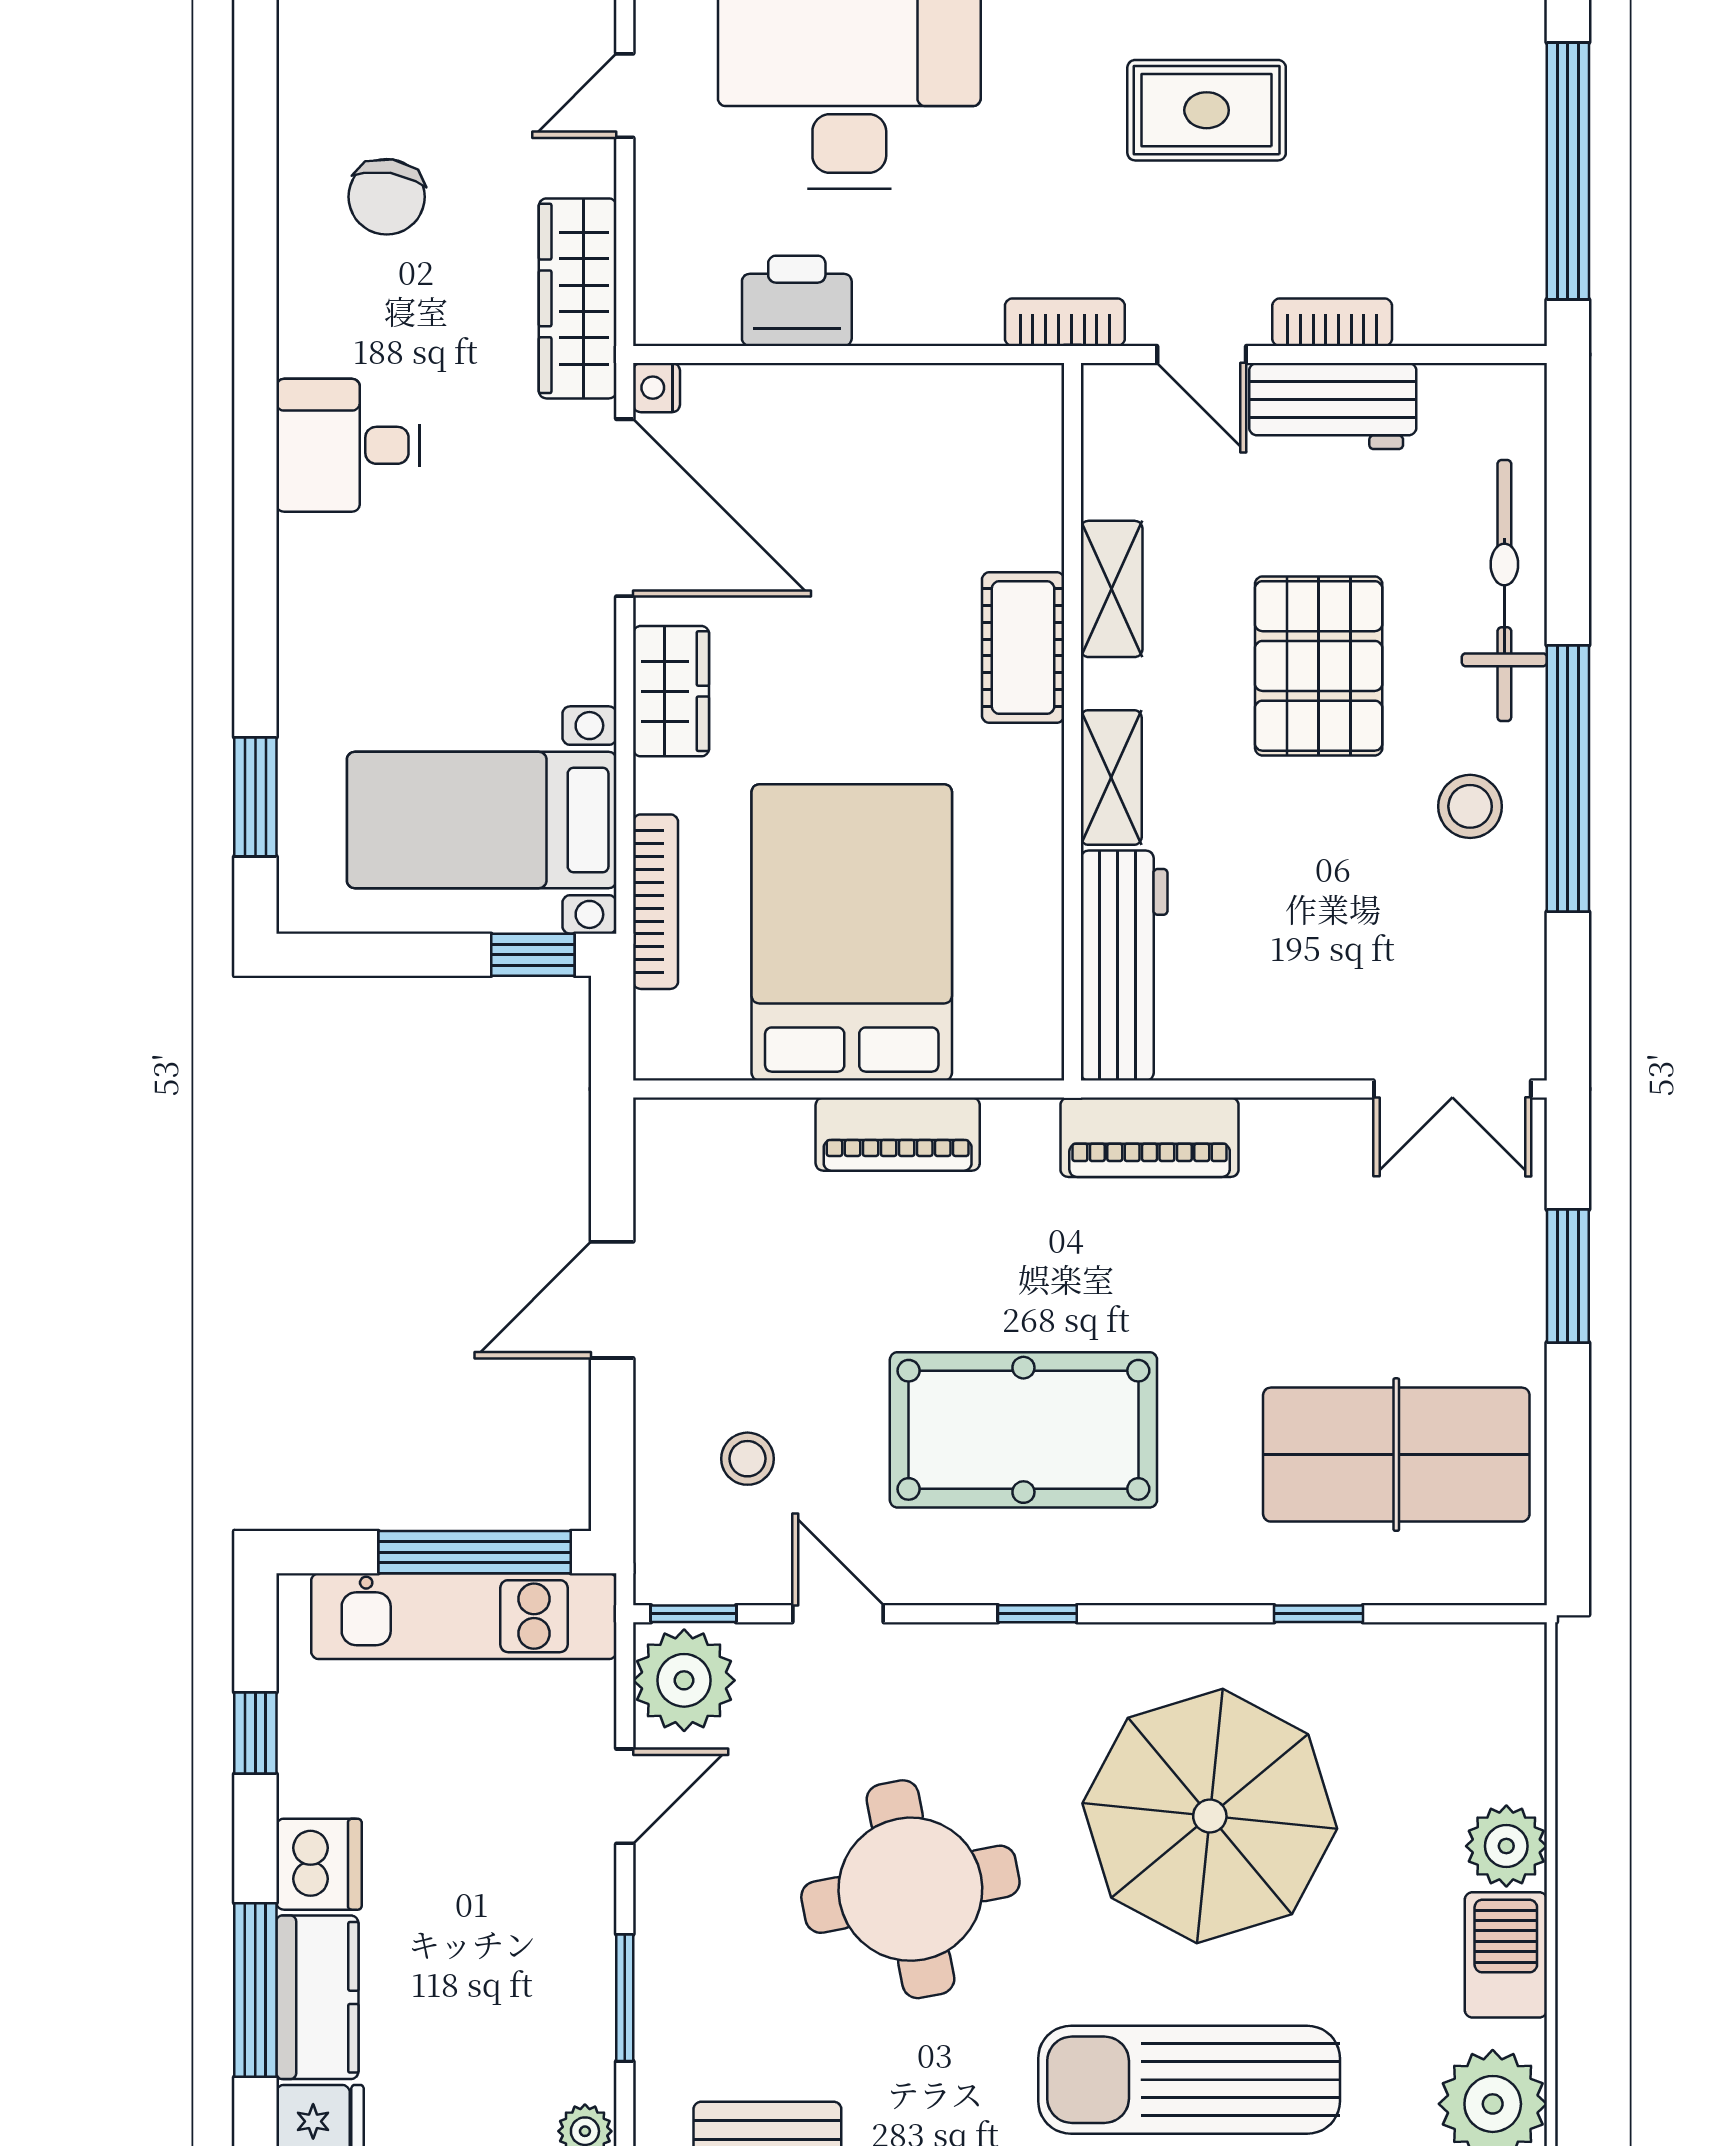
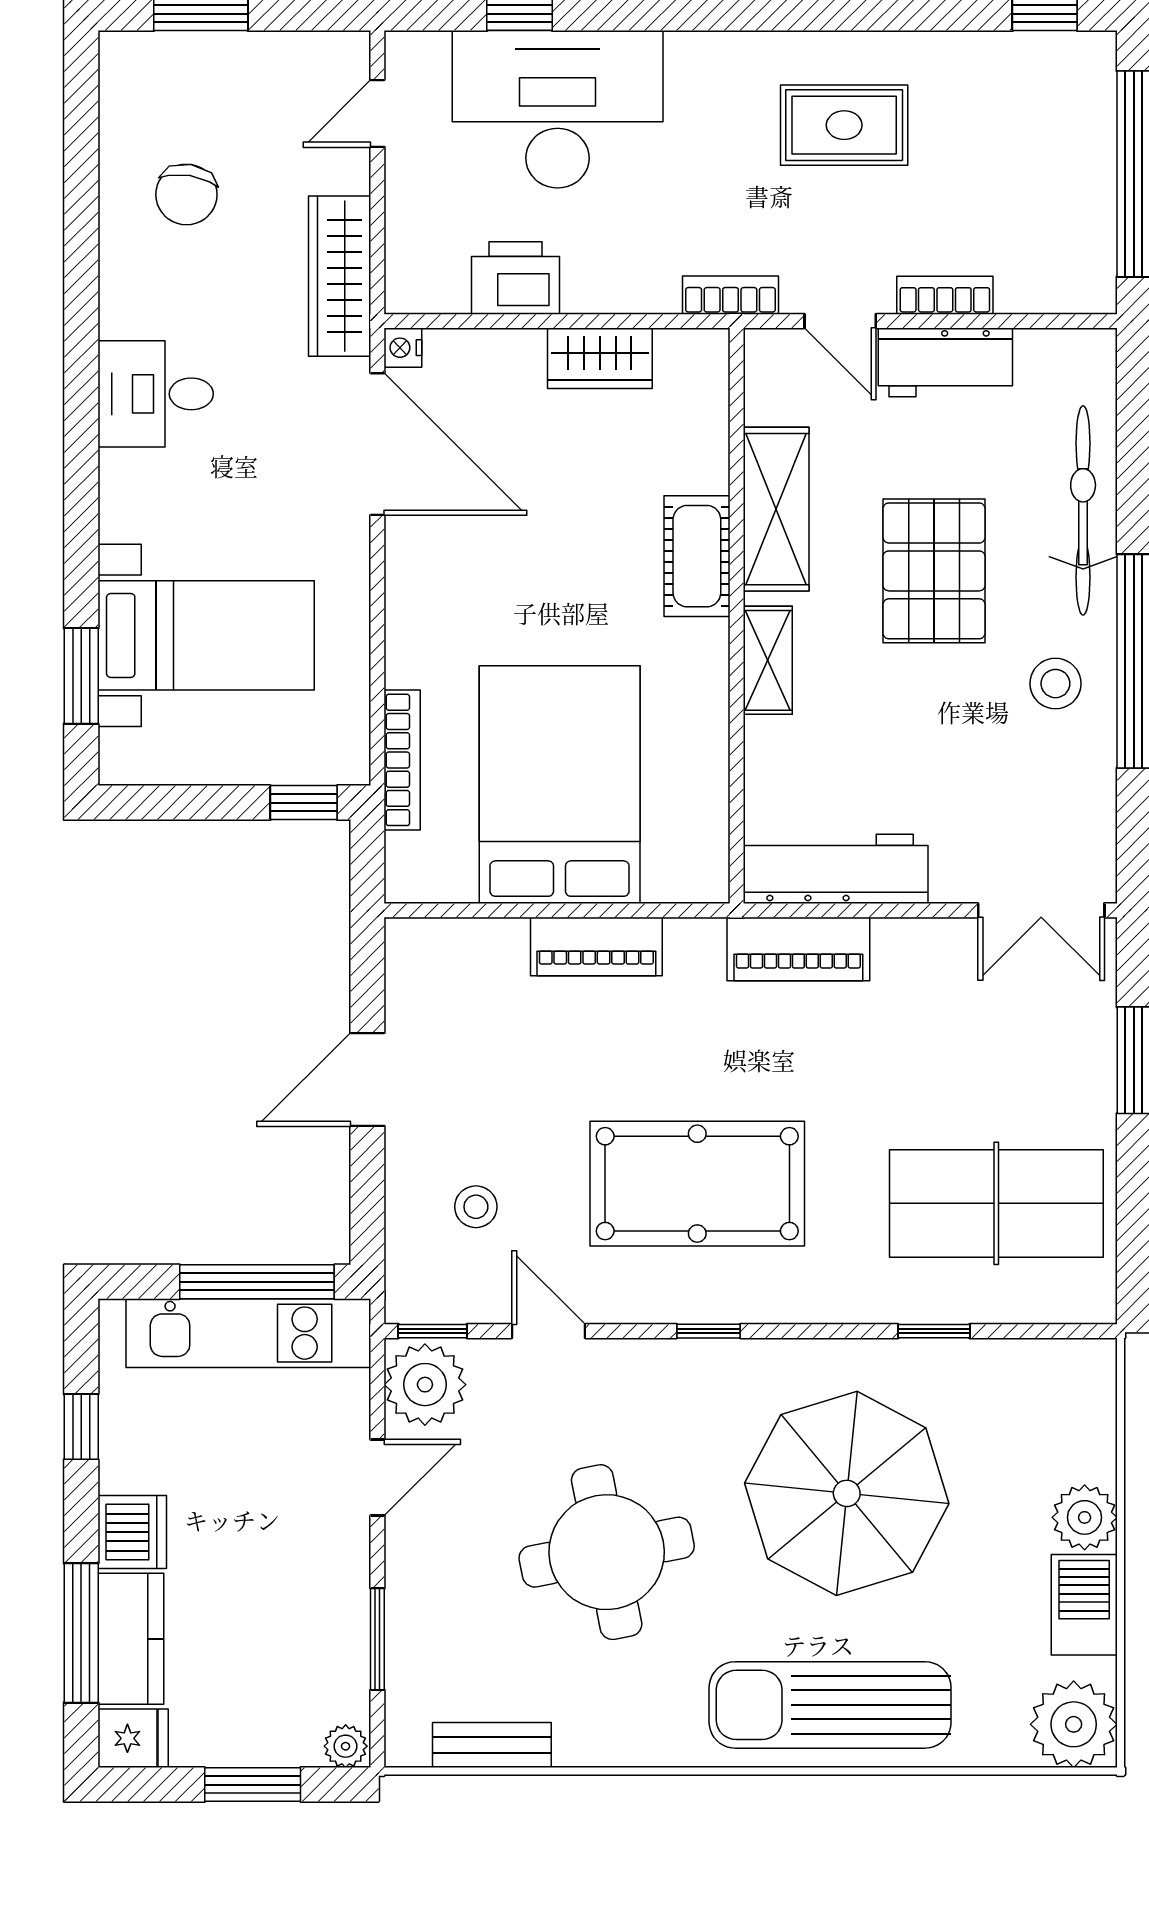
shelving: (1112, 589) -> (776, 509), width x1.50, depth x1.33
wardrobe: (671, 691) -> (600, 358), moved, turned 90
bed with nightstands: (482, 820) -> (206, 635), moved, turned 180
workbench: (1124, 966) -> (836, 869), moved, turned -90

